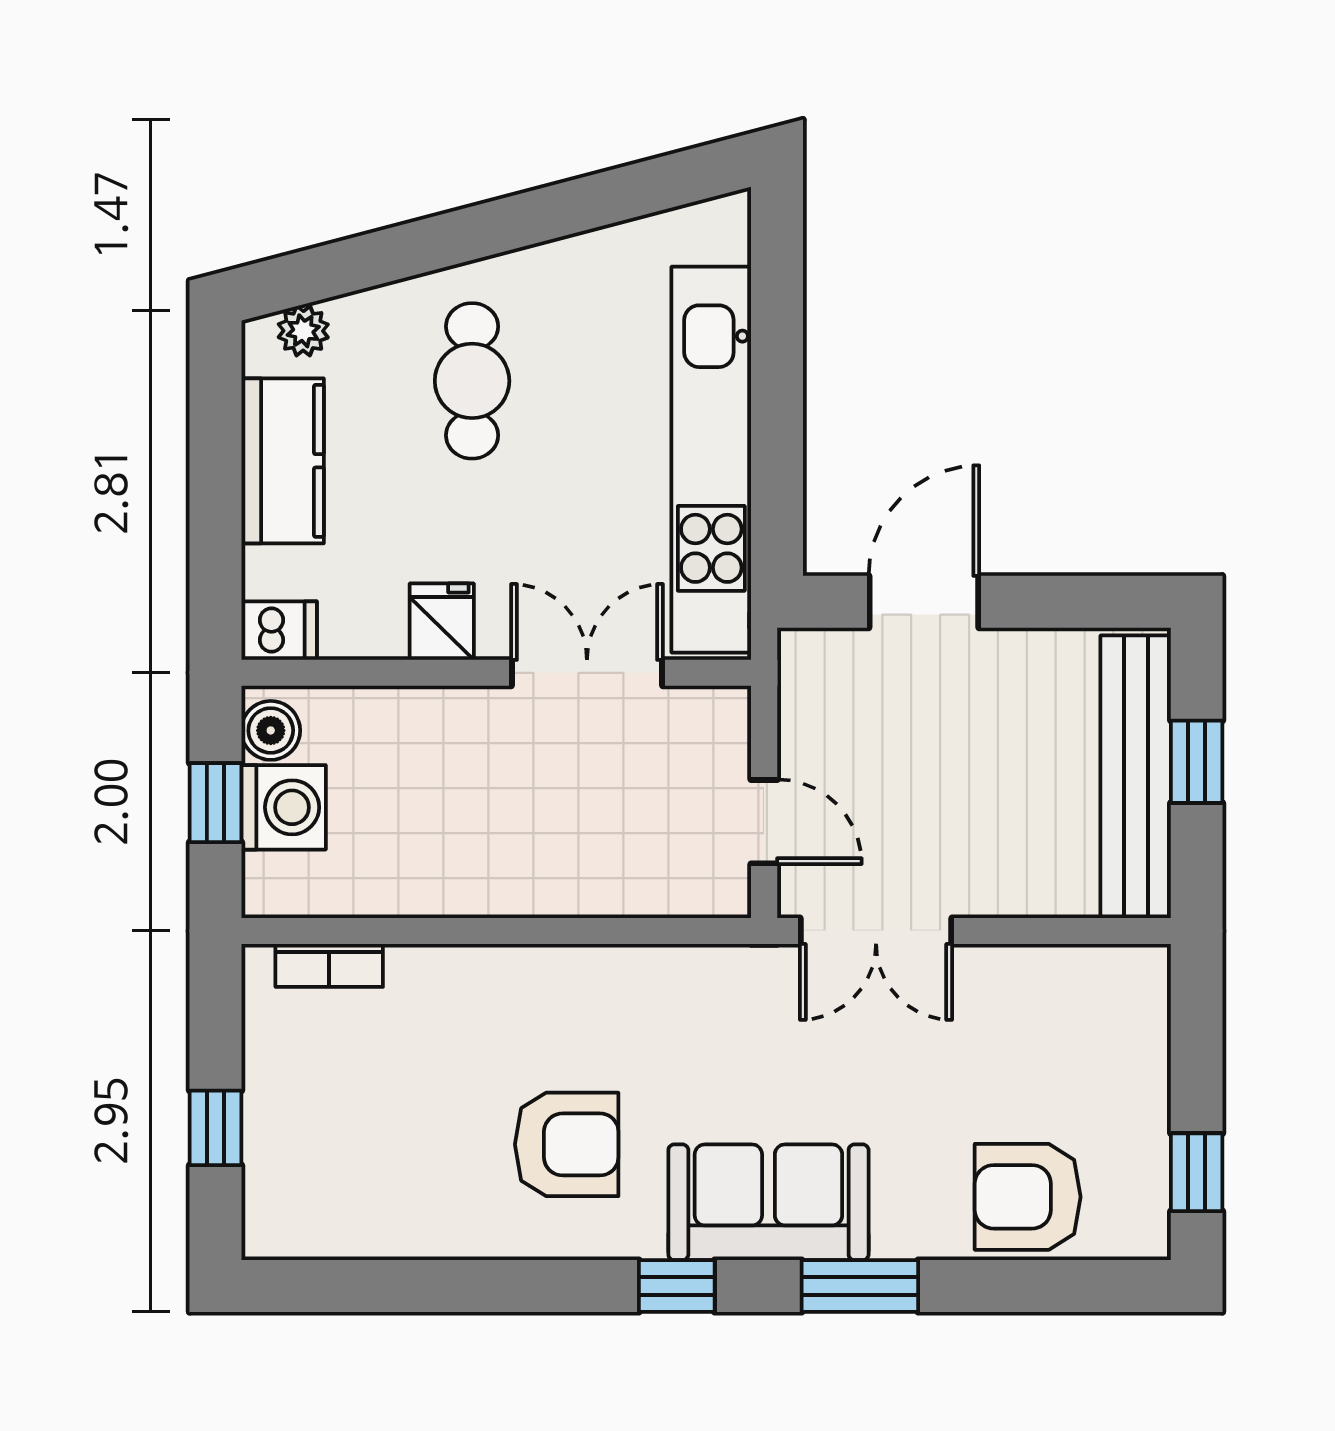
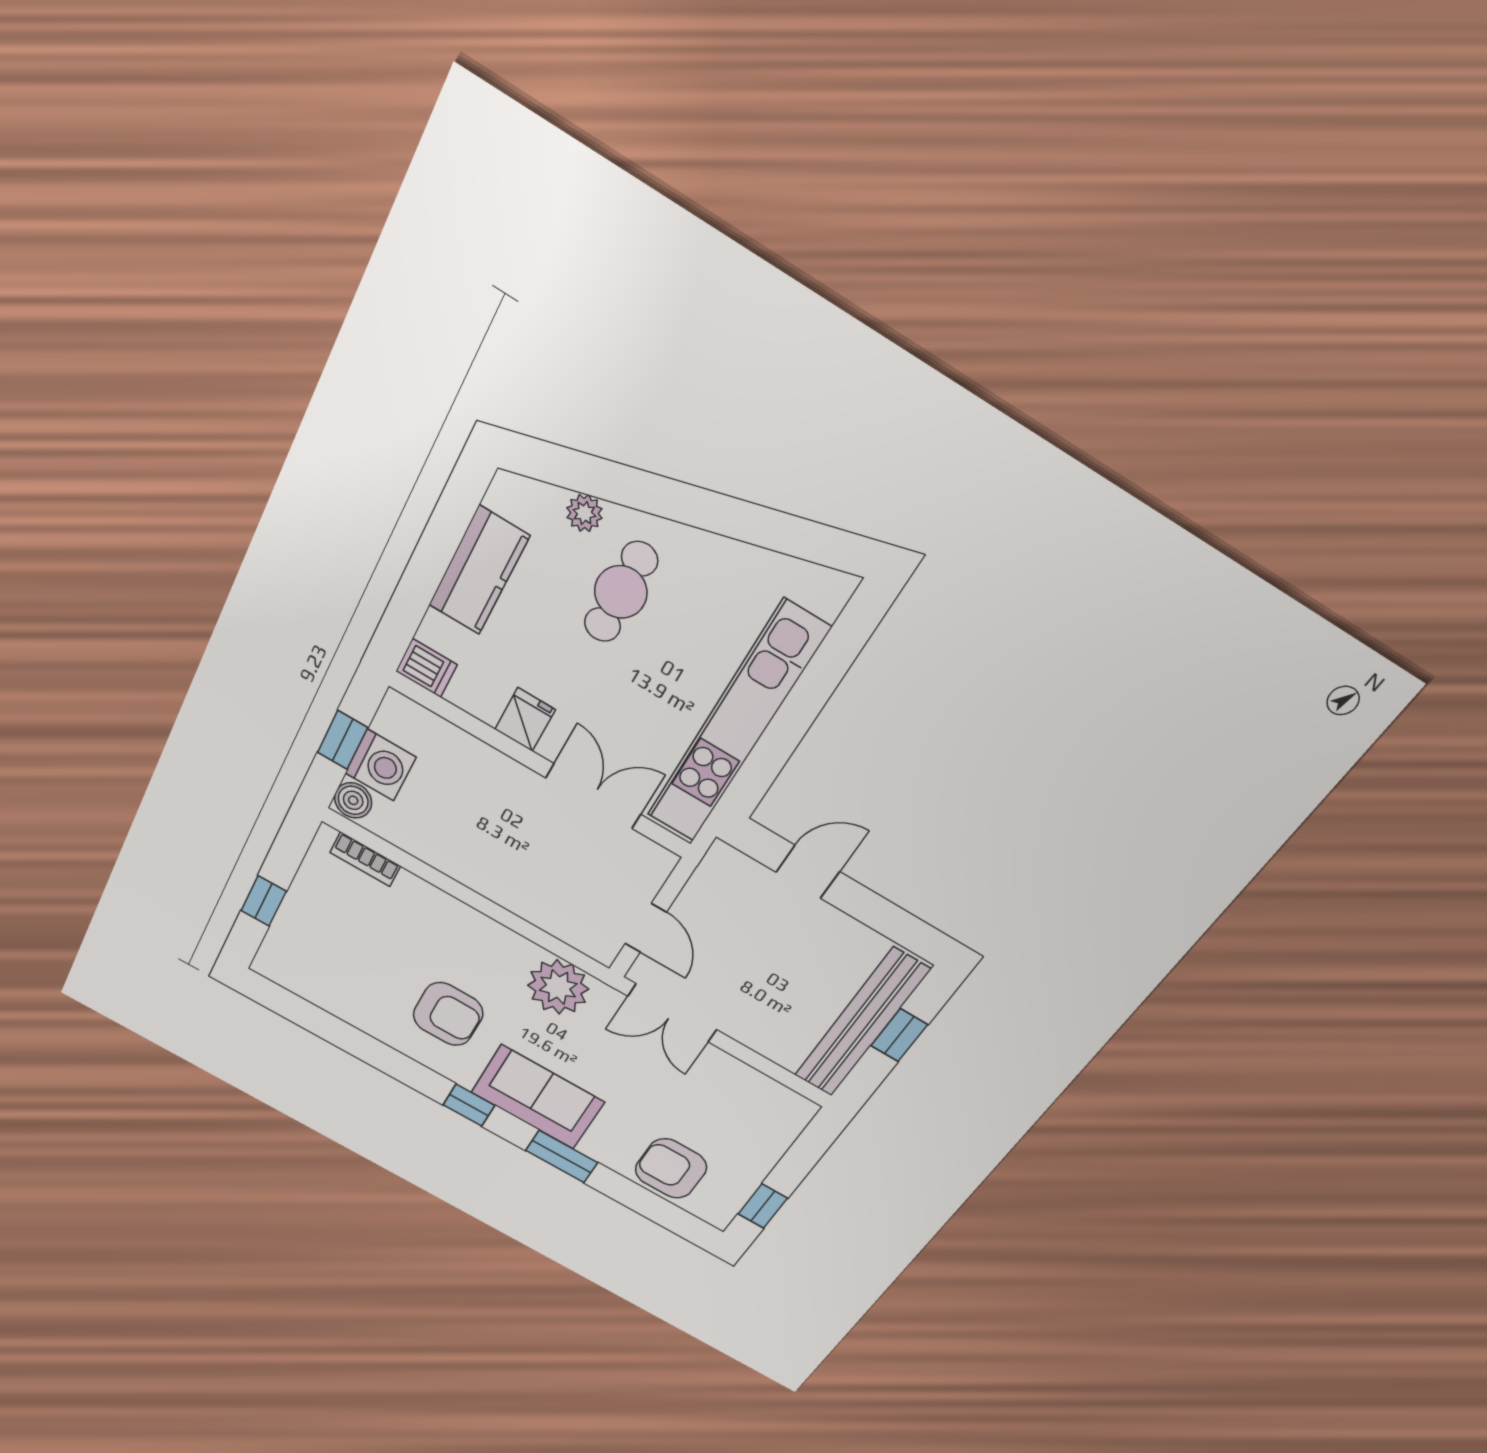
plant: (303, 331) -> (584, 513), moved
door: (924, 602) -> (808, 872), width x0.73
boiler: (271, 730) -> (353, 800), moved
plant: (697, 995) -> (558, 987), added

